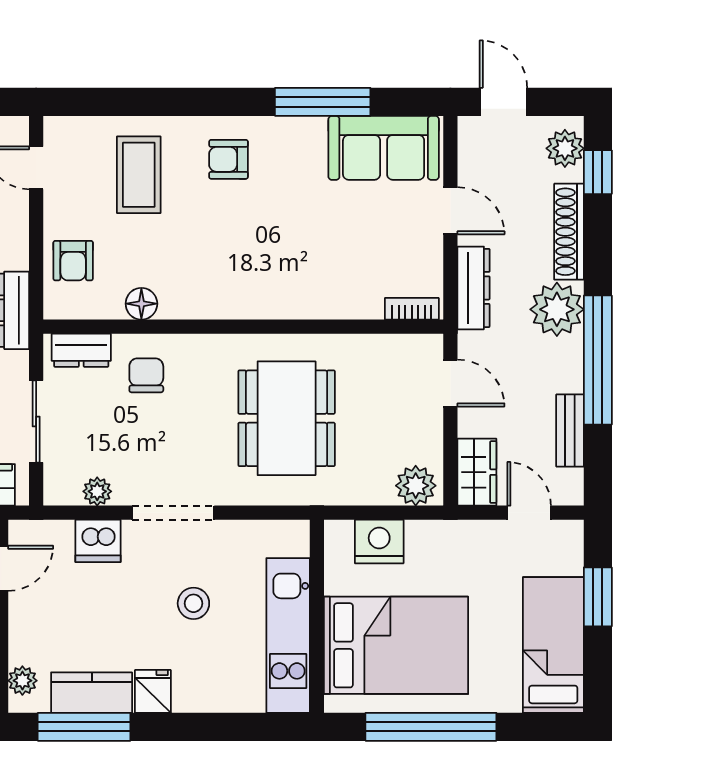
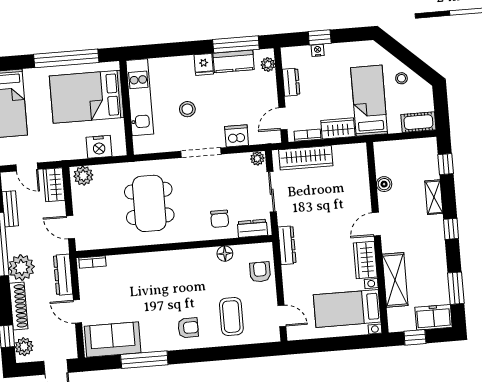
plant: (97, 491) -> (257, 158), moved

